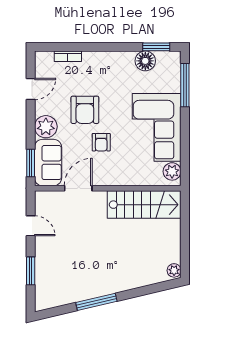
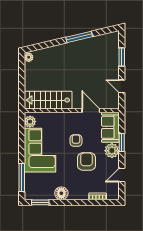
floor lamp: (145, 61) -> (61, 193), moved
window: (31, 163) -> (122, 142), moved
door: (78, 188) -> (91, 111), swing flipped

